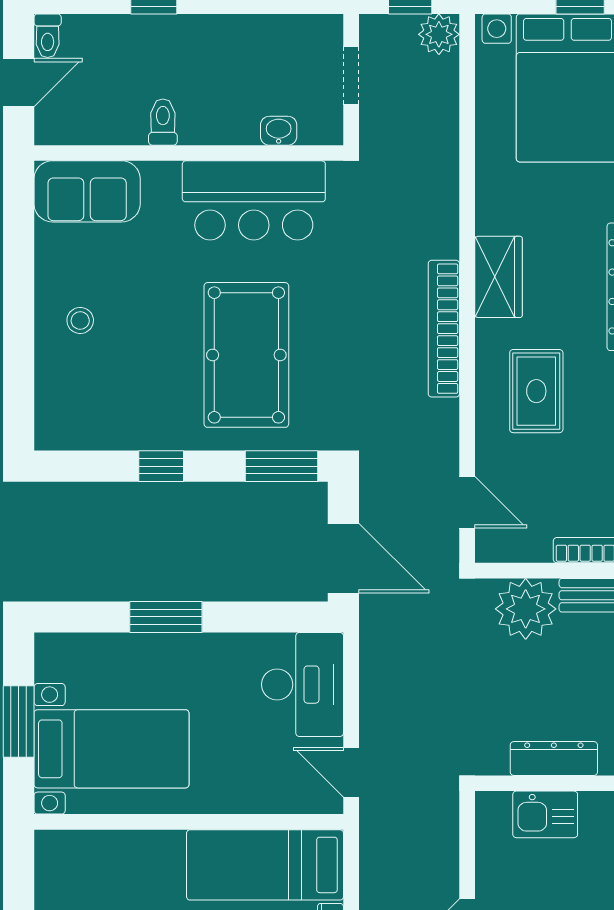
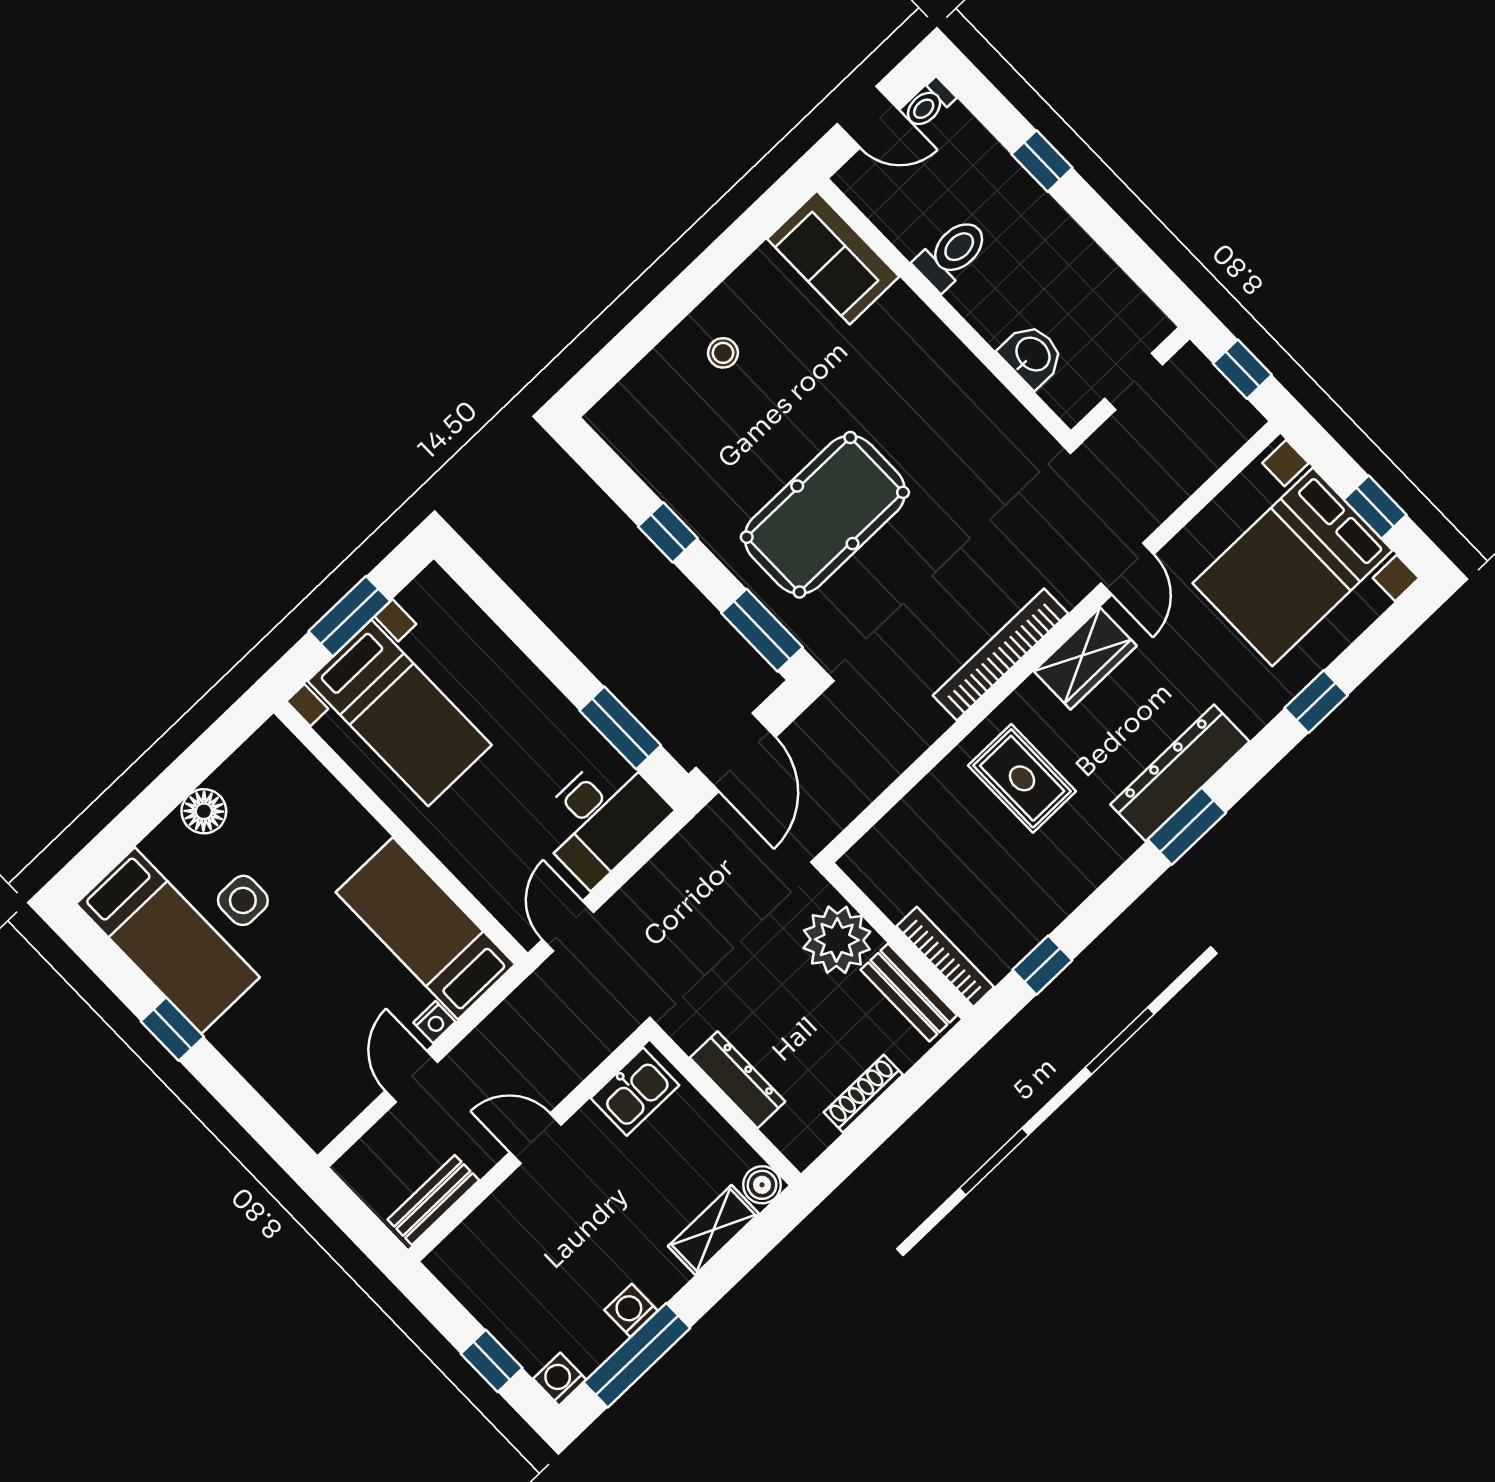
plant: (439, 34) -> (1236, 421), removed
toilet: (163, 122) -> (952, 254), width x1.37, depth x1.39
washbasin: (279, 131) -> (1032, 355), width x1.38, depth x1.45
bar counter: (254, 200) -> (956, 400), removed
rug: (536, 391) -> (1022, 778), turned 90
door: (467, 502) -> (1127, 569), moved
window: (166, 617) -> (620, 728), moved
kitchen sink: (545, 814) -> (635, 1092), moved, turned -90

